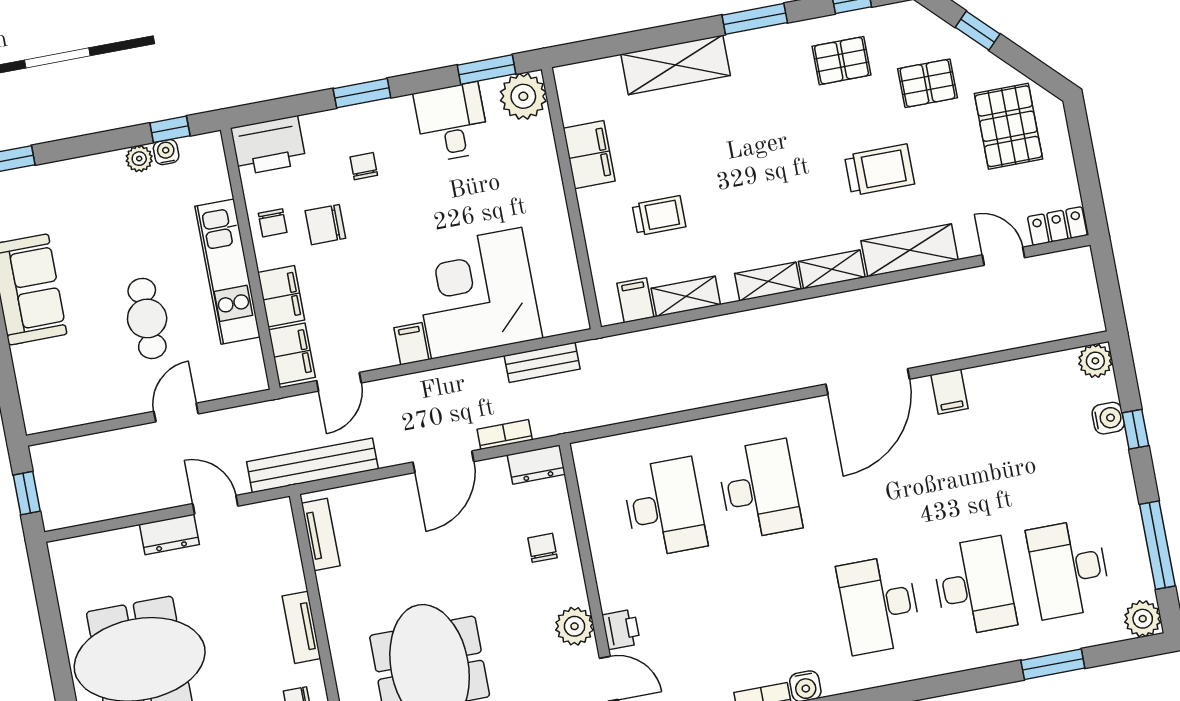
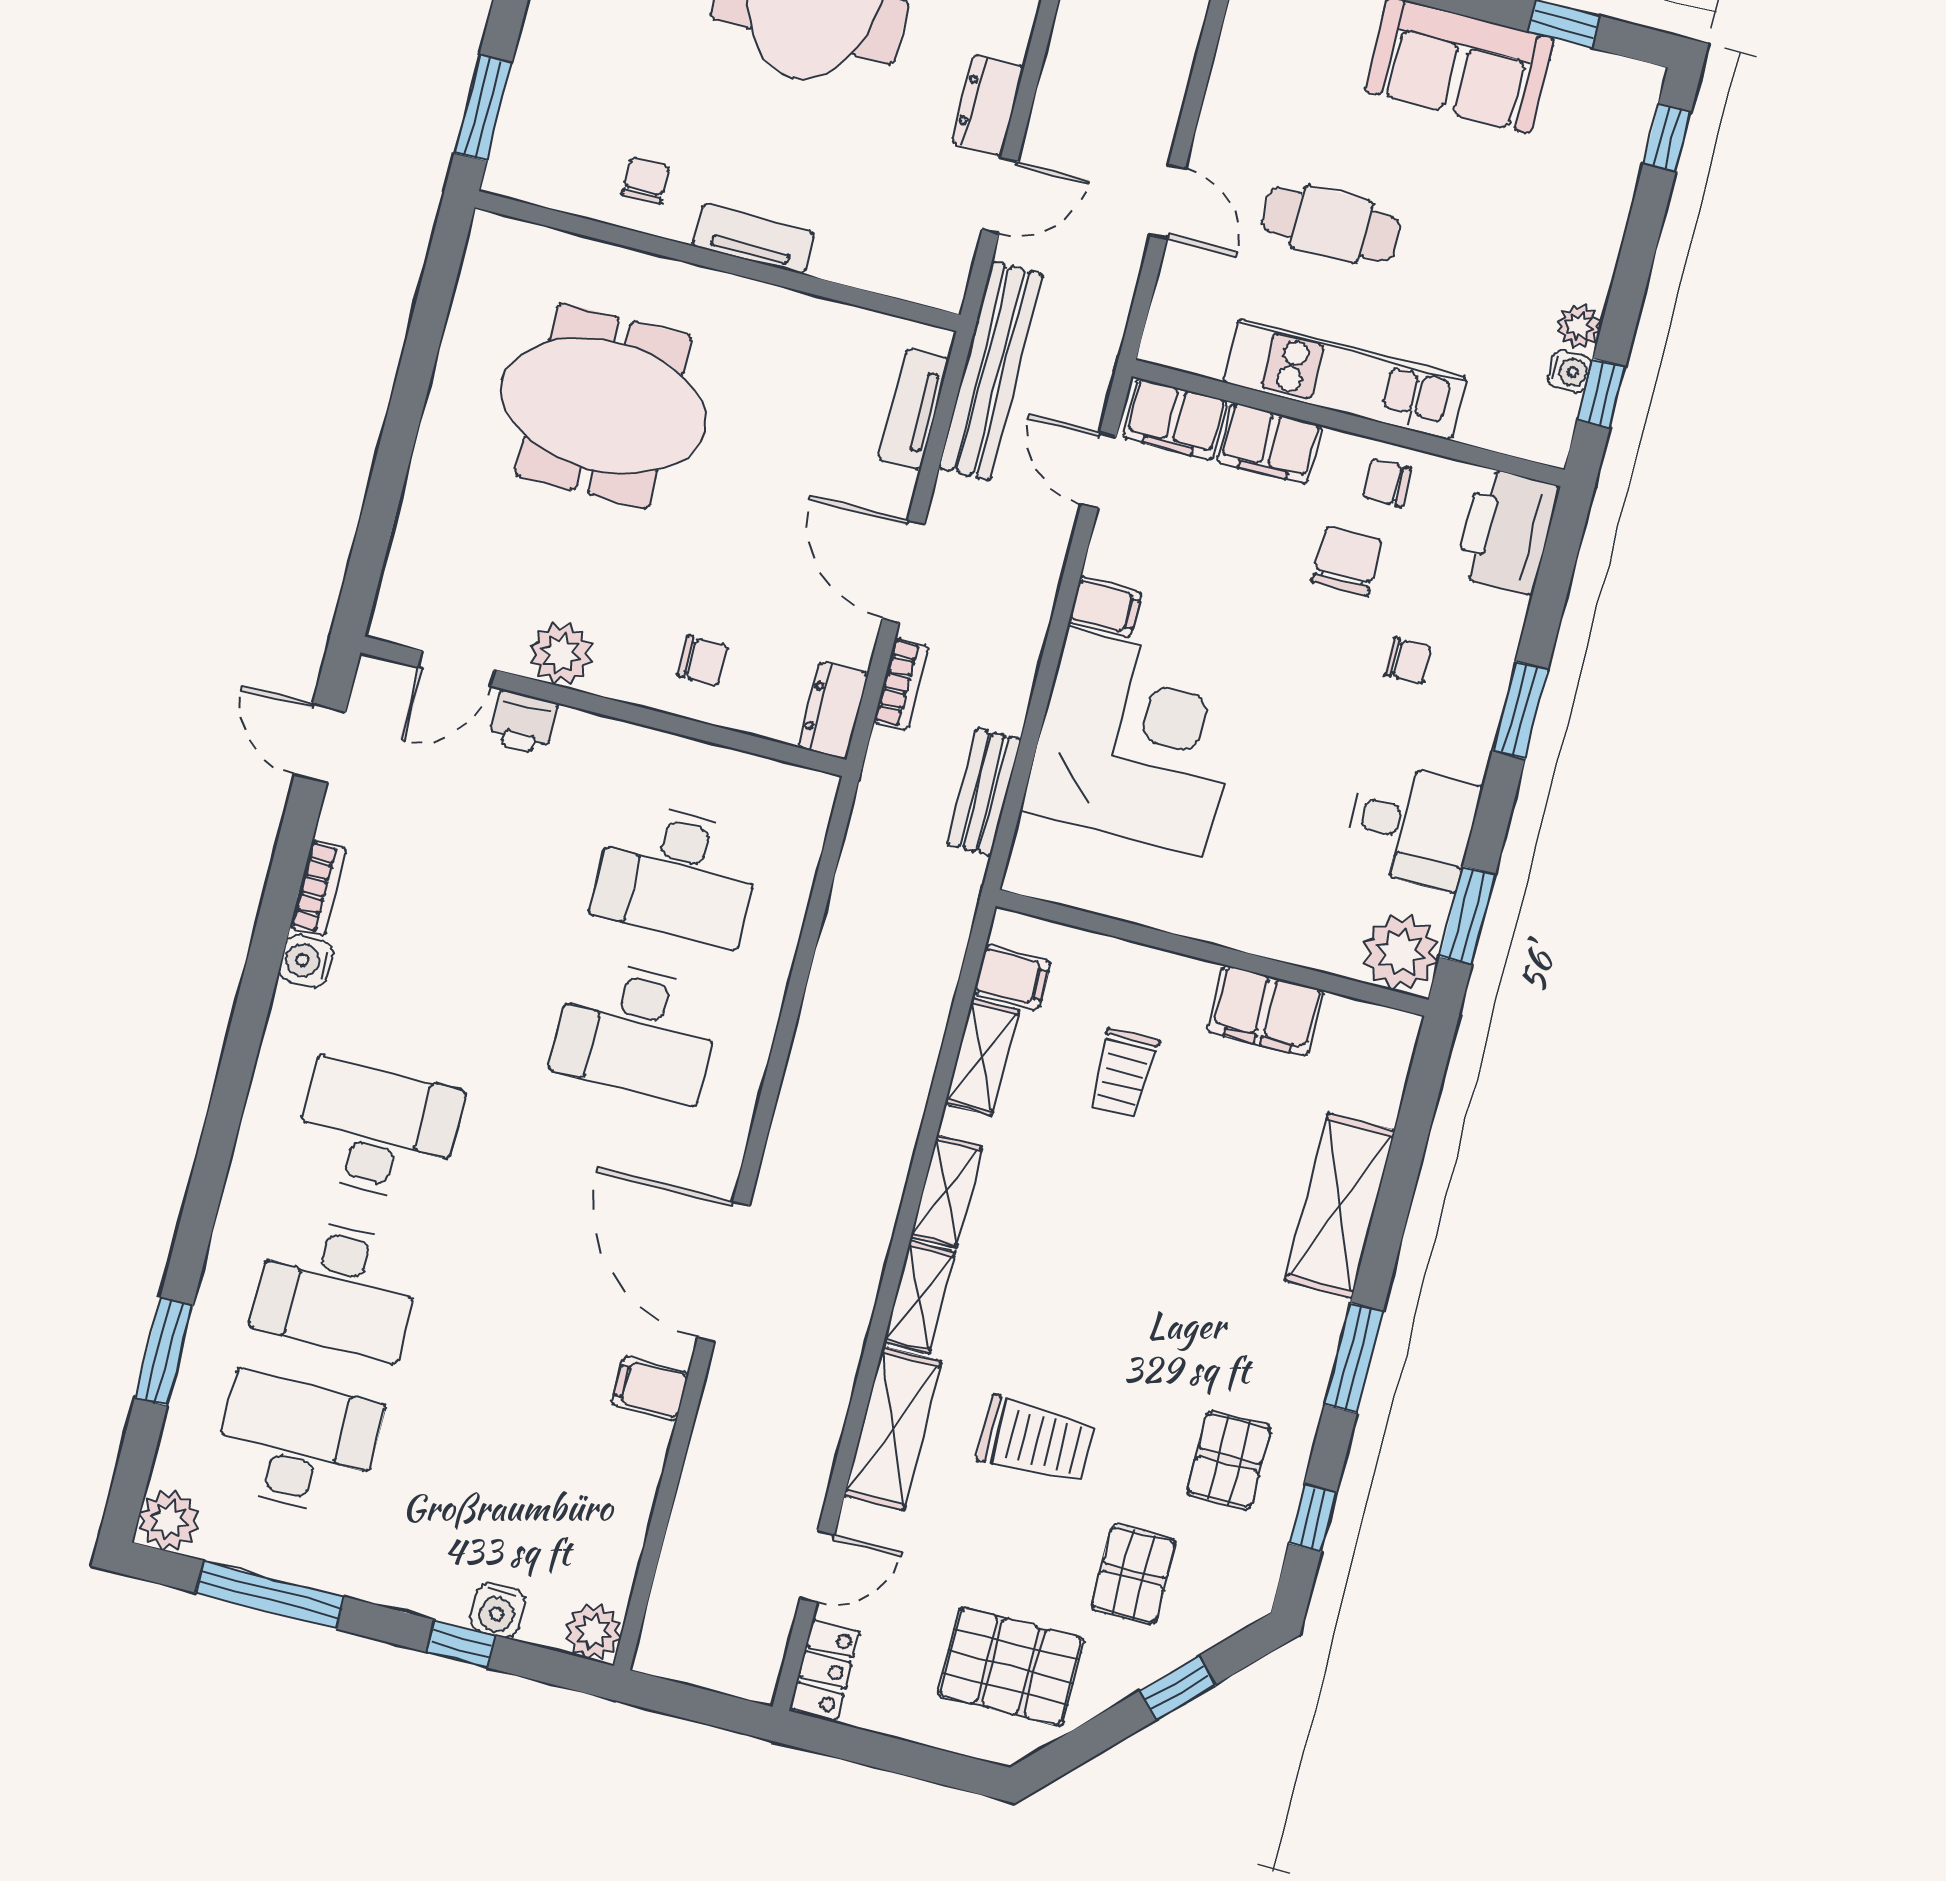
trolley: (879, 170) -> (1036, 1440), turned -90
tv unit: (321, 534) -> (914, 410), moved, turned 90

